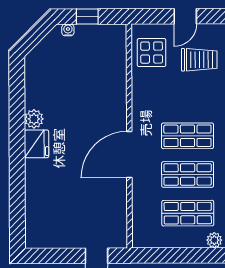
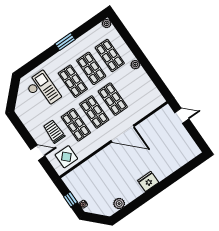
plant: (34, 119) -> (119, 204), moved
shop shelf: (188, 213) -> (76, 125), moved

